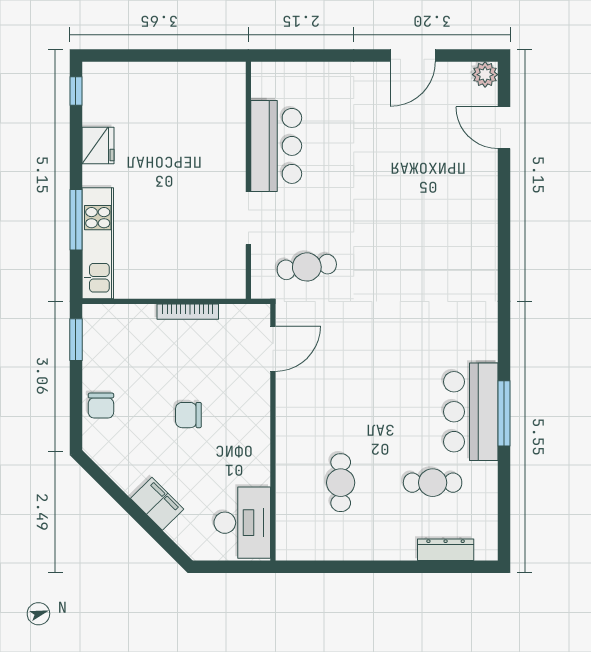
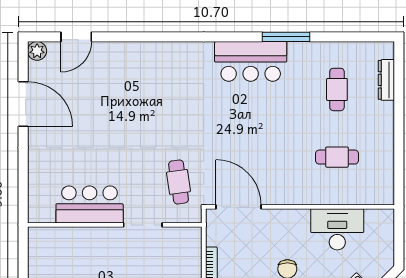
door: (413, 56) -> (23, 104), width x1.36
door: (273, 349) -> (239, 207), width x1.36
bar counter: (471, 412) -> (251, 61), moved
desk: (242, 523) -> (337, 229), moved

